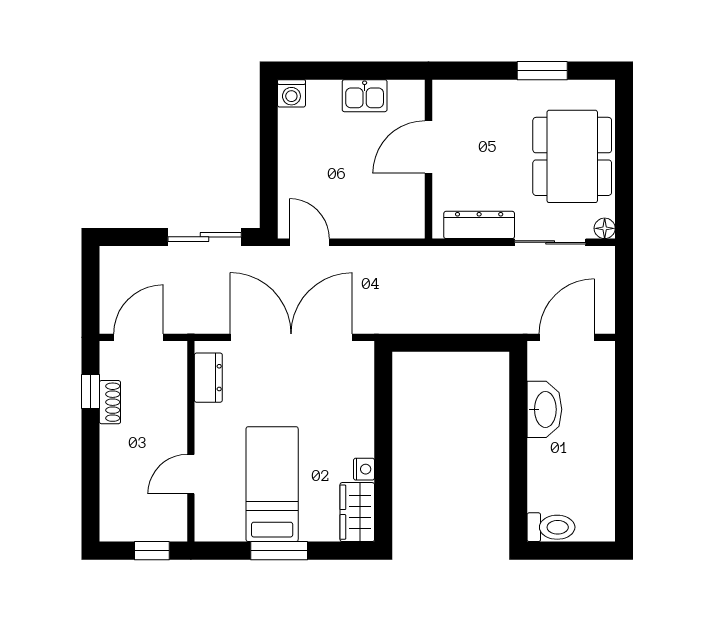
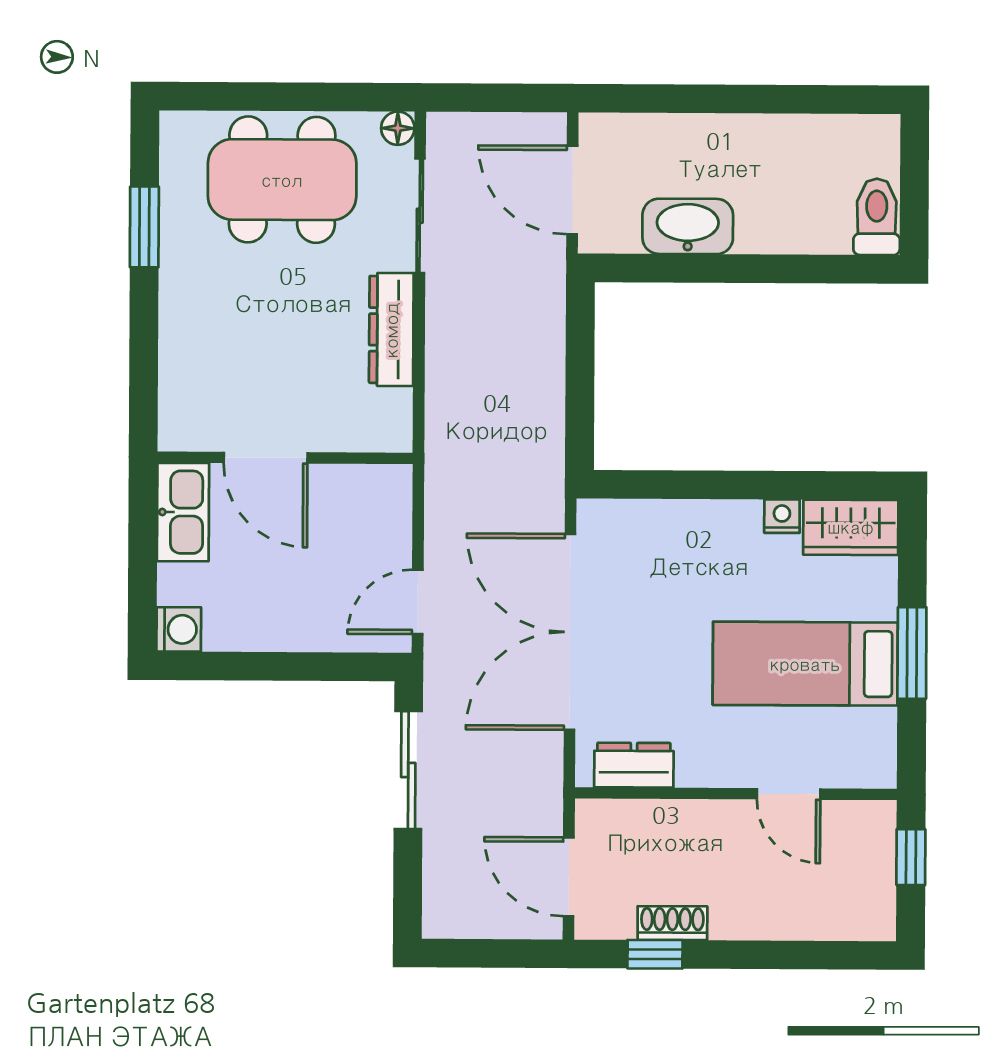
kitchen sink: (365, 96) -> (183, 512), width x1.38
door: (428, 147) -> (266, 458), moved
wall: (428, 159) -> (285, 458), moved

